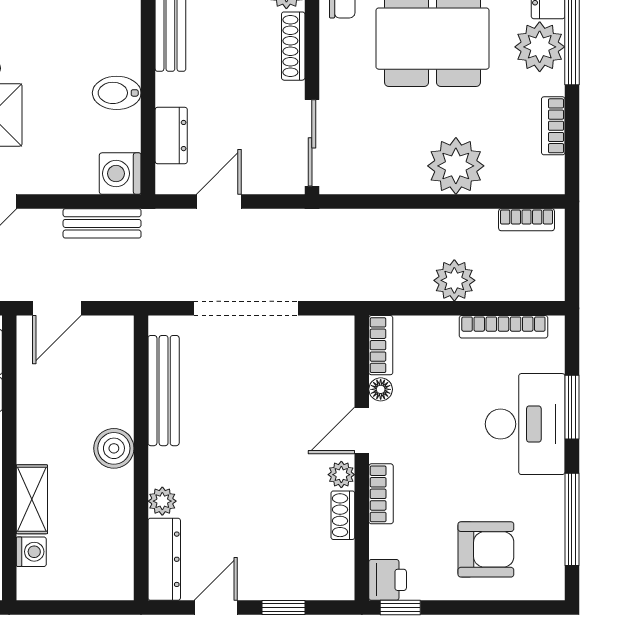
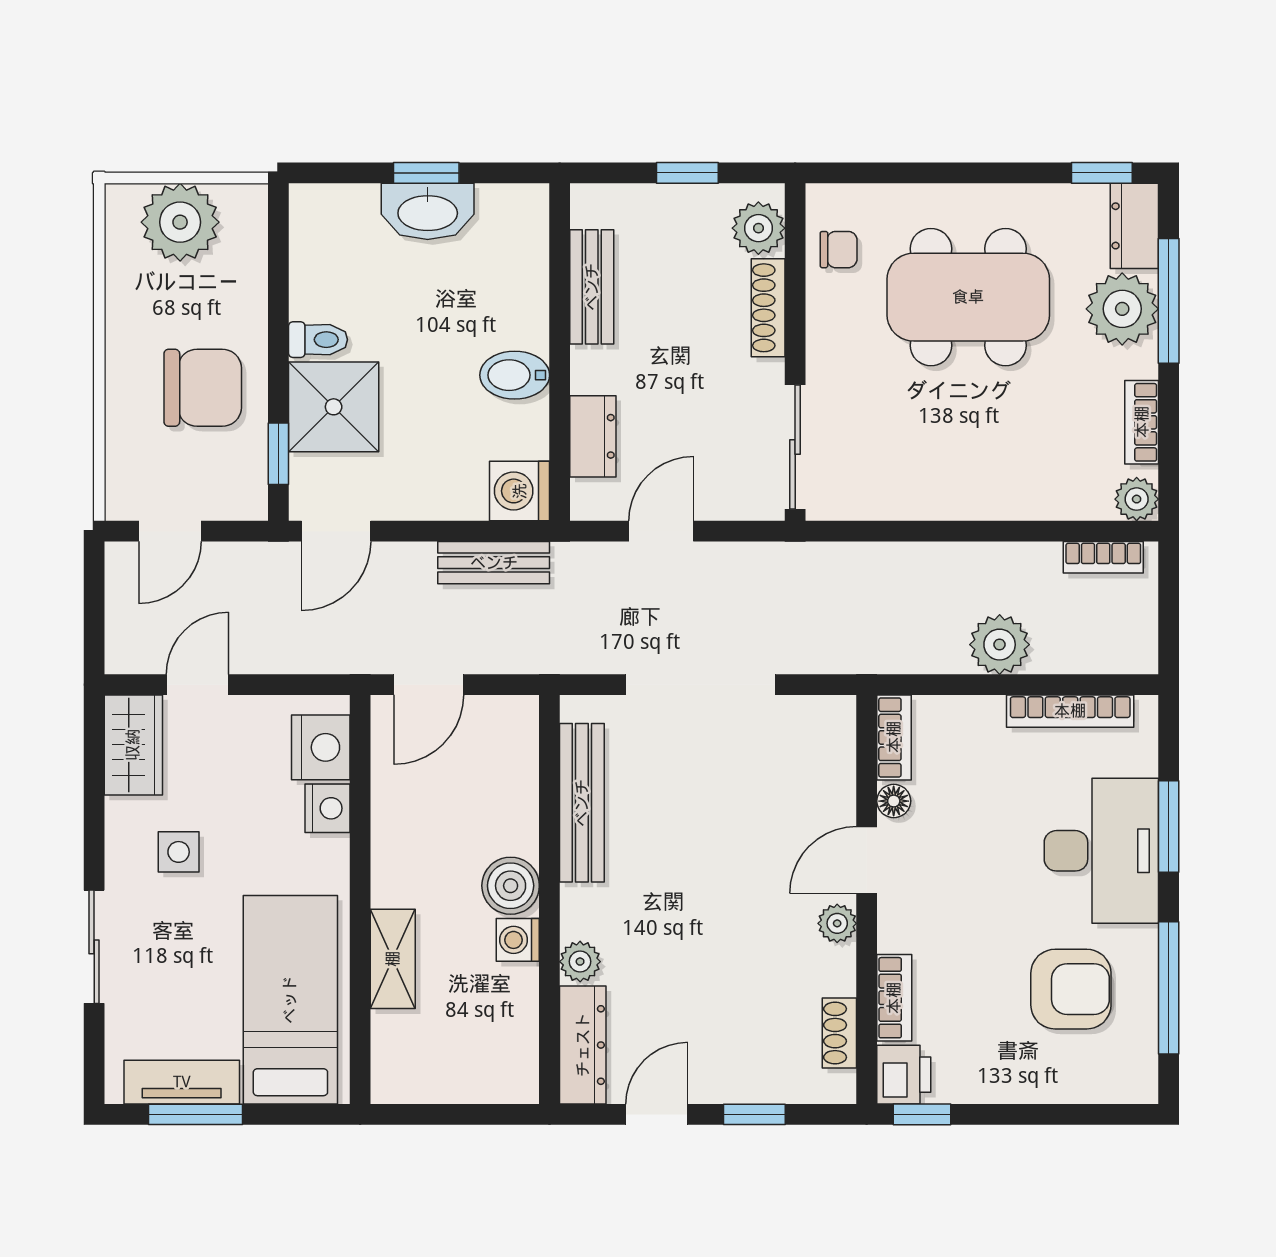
plant: (456, 166) -> (1137, 499), moved, width x0.53, depth x0.53
bookcase: (381, 494) -> (894, 998), moved
shoe rack: (343, 515) -> (839, 1033), moved
armchair: (486, 549) -> (1071, 989), moved
washing machine: (31, 552) -> (518, 940), moved, turned 180

